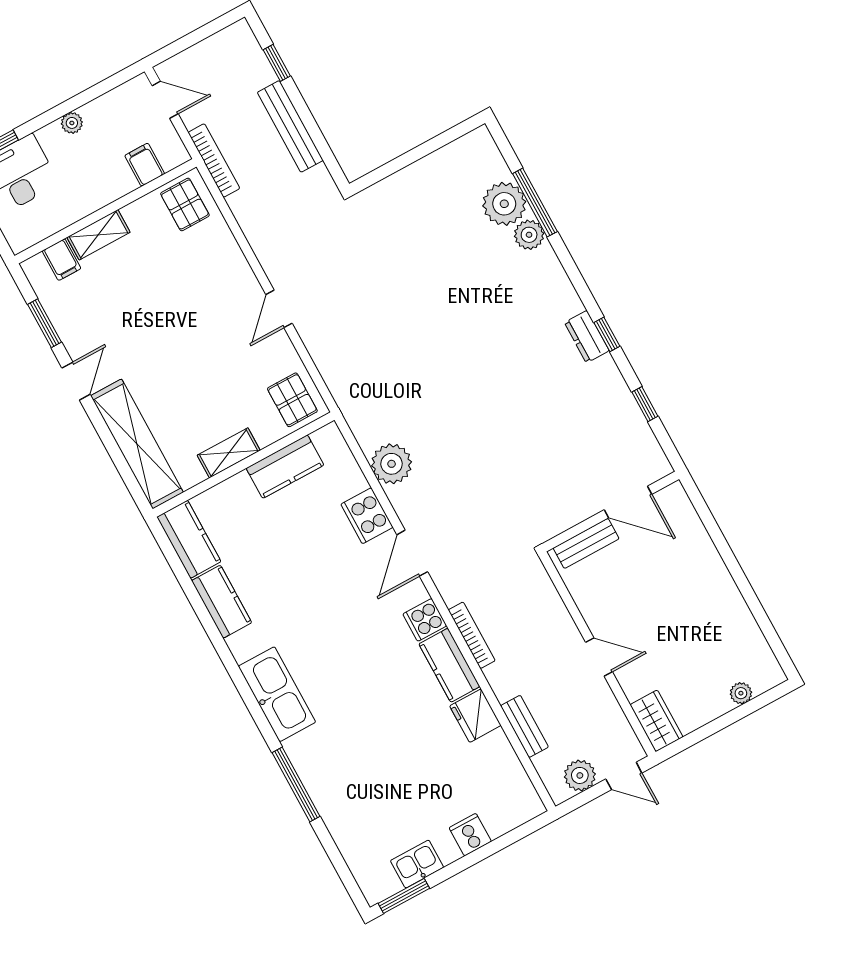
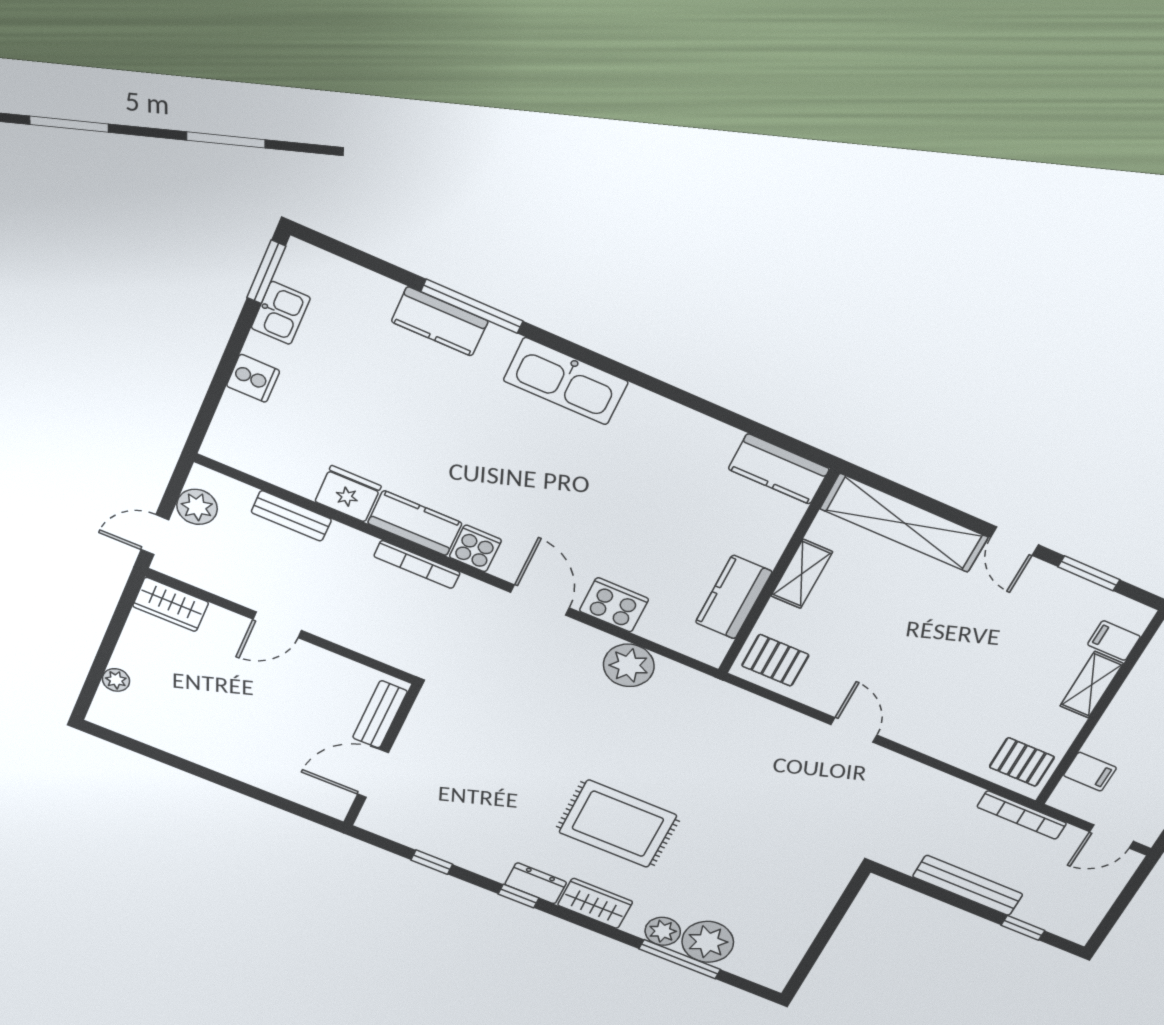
wardrobe: (558, 291) -> (595, 903), added
rug: (493, 345) -> (618, 824), added
kitchen counter: (222, 602) -> (440, 321), moved

